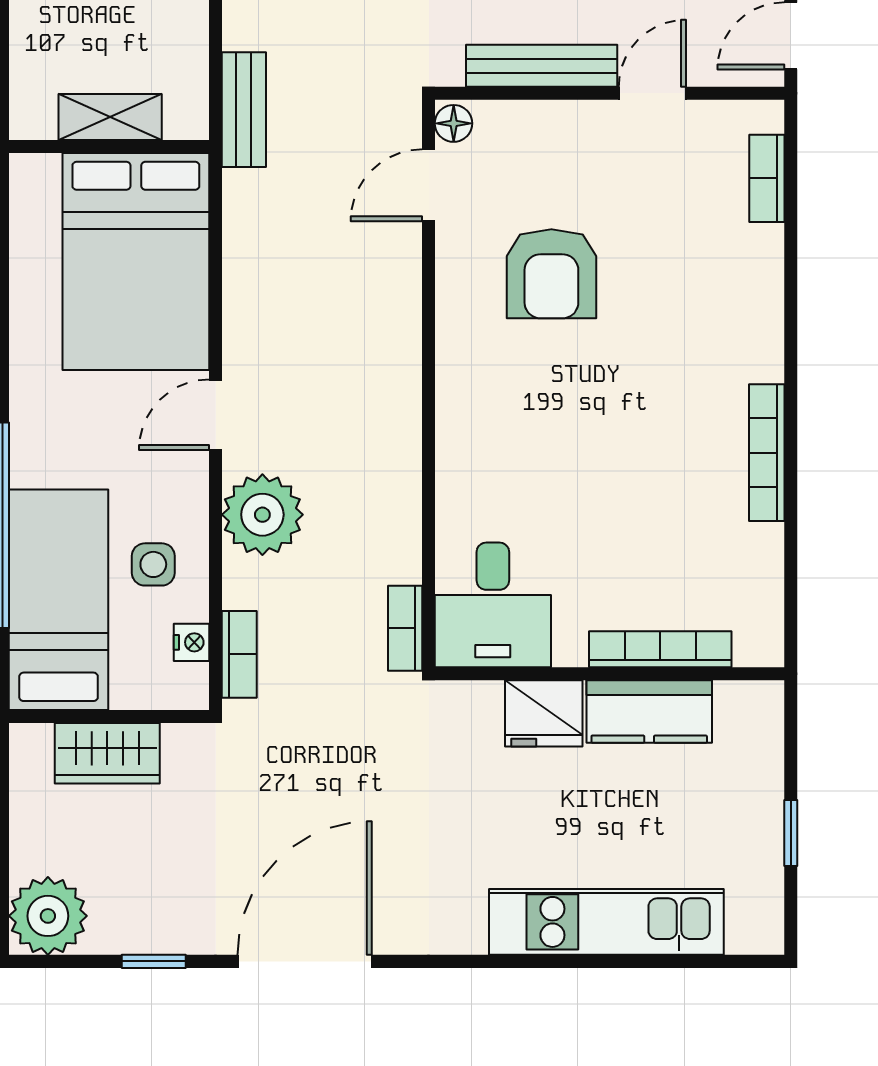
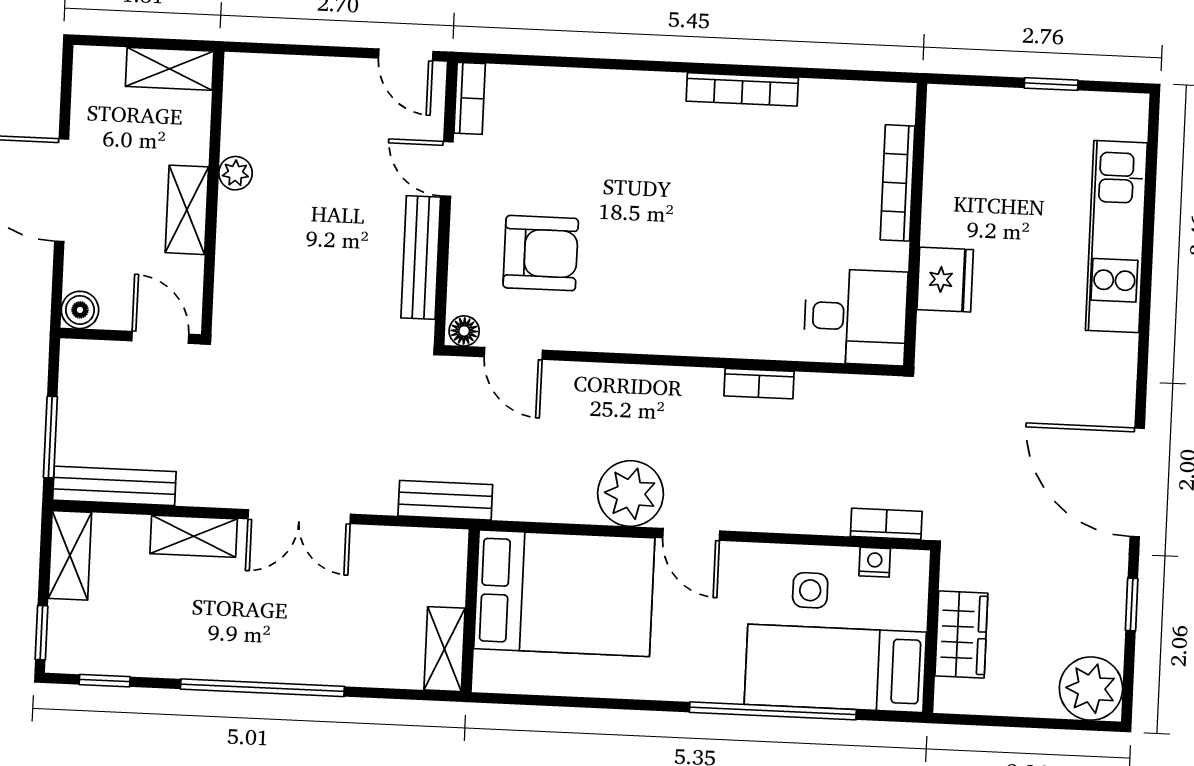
shelving: (110, 117) -> (445, 649), moved
bookcase: (767, 178) -> (470, 98), moved, turned -90
armchair: (551, 274) -> (541, 253), moved
plant: (262, 515) -> (631, 494), moved
bookcase: (405, 628) -> (759, 384), moved
kitchen counter: (649, 712) -> (948, 194), removed

